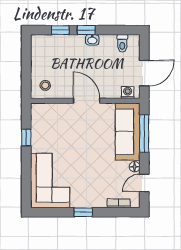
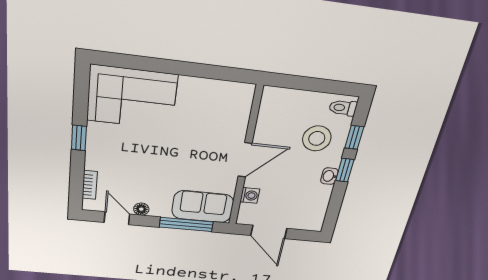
toilet: (122, 43) -> (343, 108), moved
stool: (45, 85) -> (317, 138), moved, width x1.89, depth x1.89
washing machine: (128, 92) -> (250, 195), moved
sofa: (128, 132) -> (203, 207), width x0.73
window: (26, 138) -> (204, 71), removed

